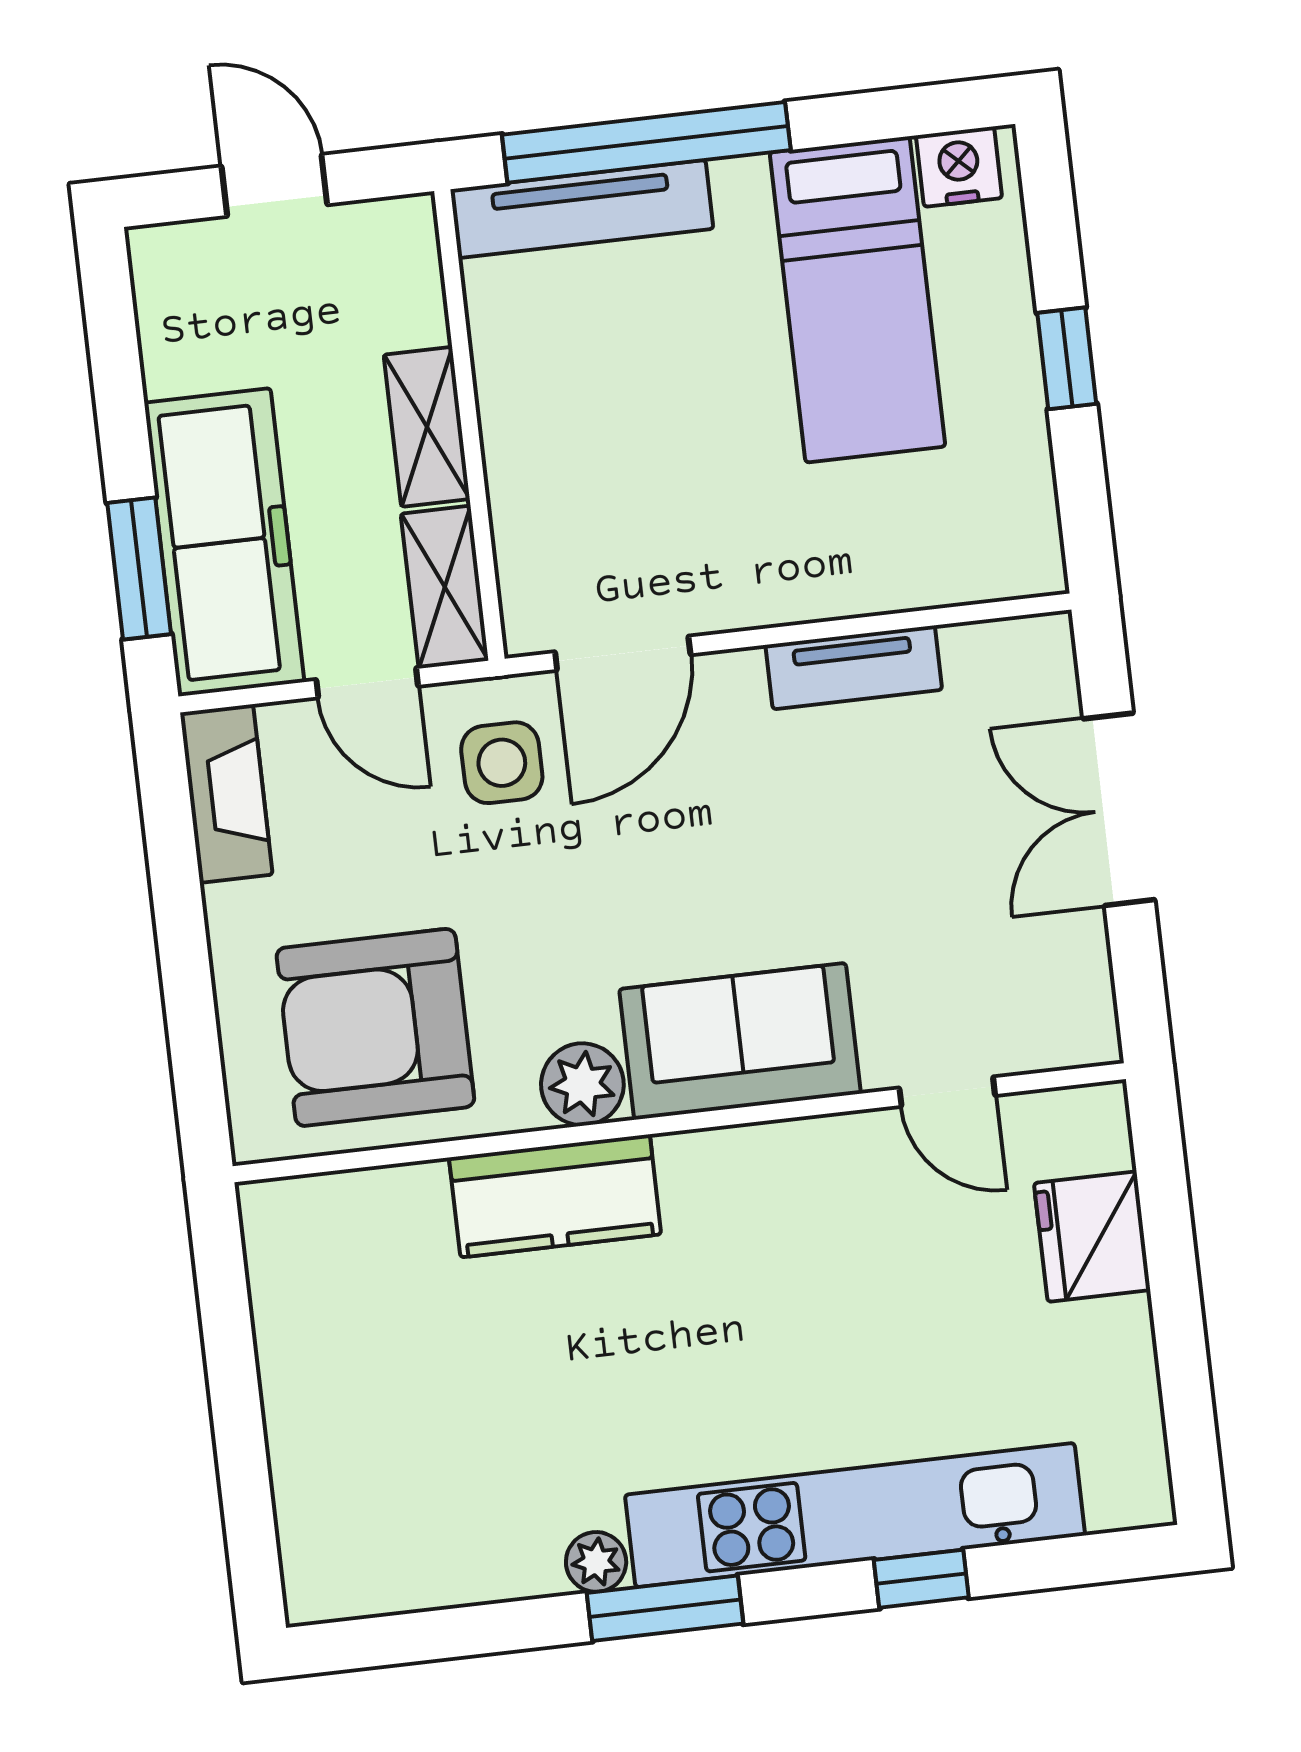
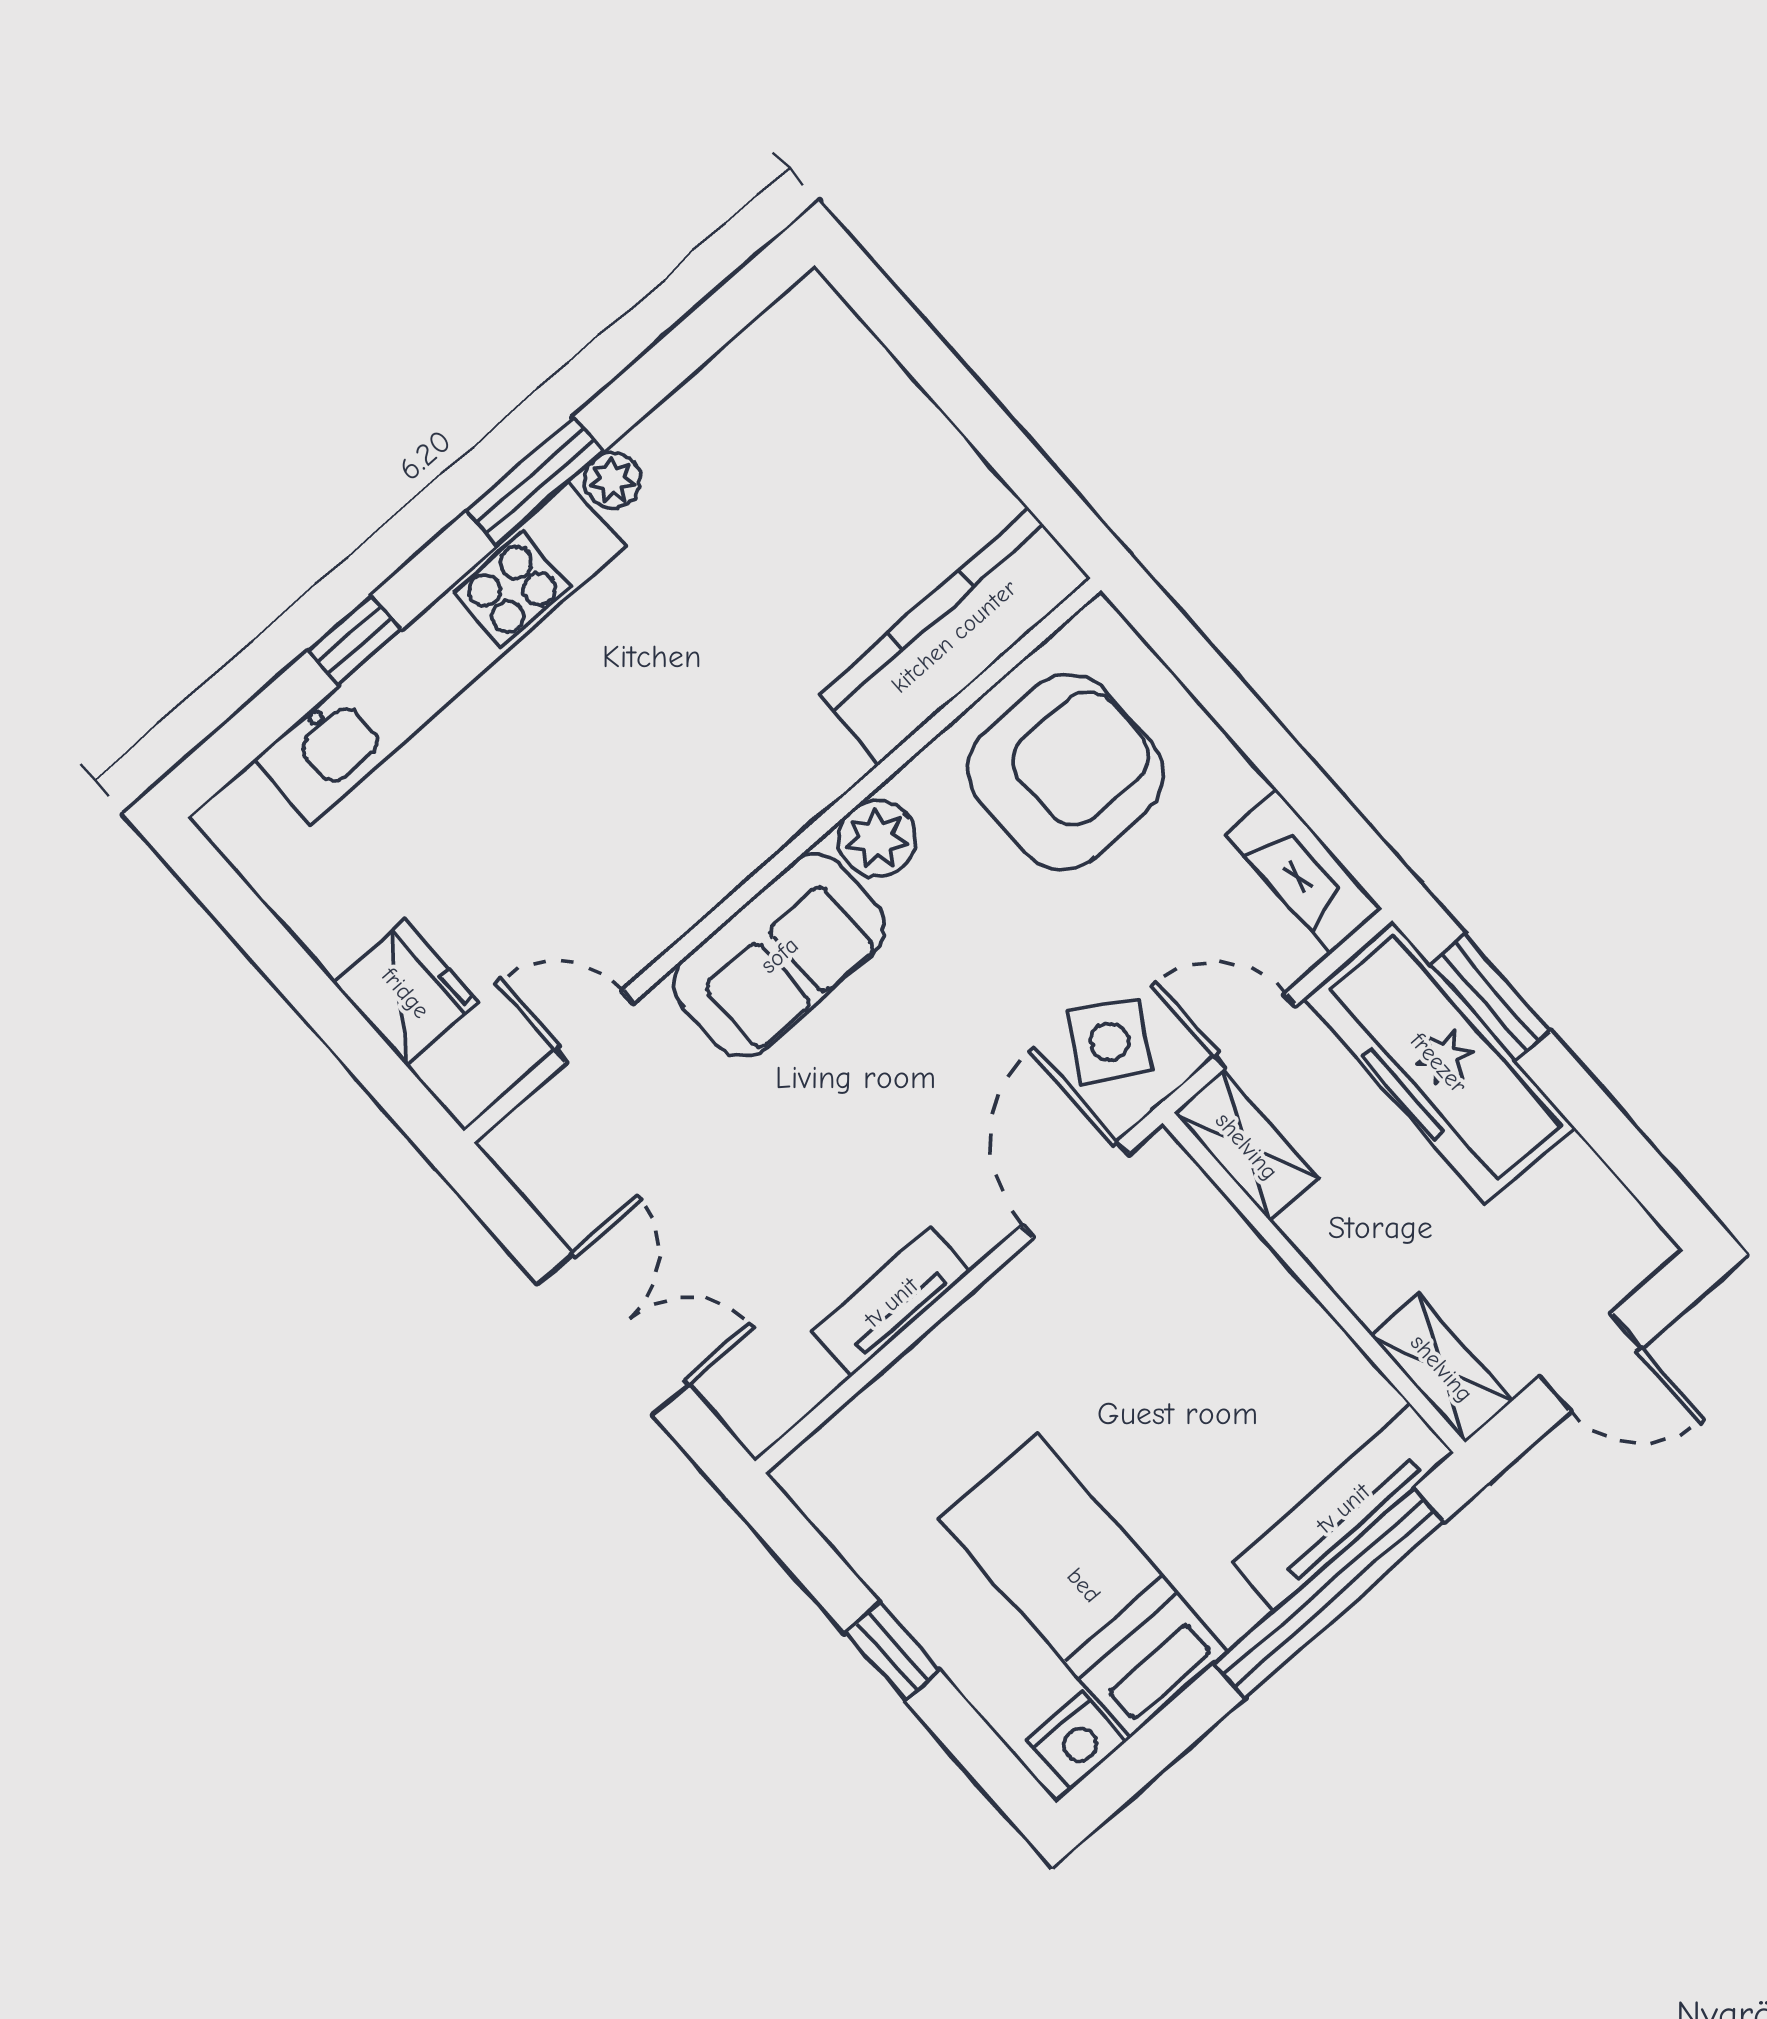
shelving: (427, 427) -> (1442, 1368), moved
side table: (502, 763) -> (1109, 1042), turned 31
kitchen counter: (555, 1196) -> (954, 636), moved, width x1.50

